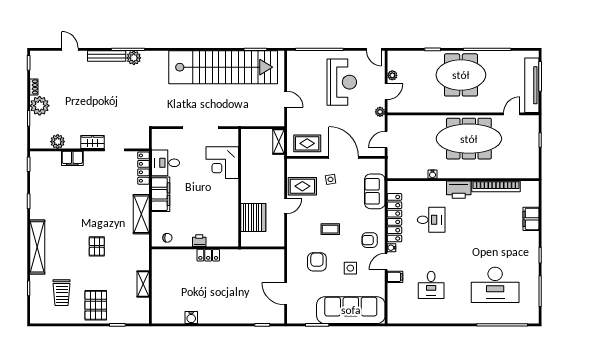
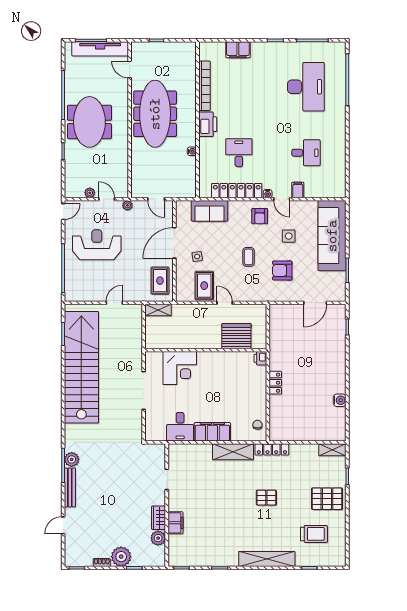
wardrobe: (93, 142) -> (159, 518), moved
locker: (143, 168) -> (272, 449), moved
printer: (199, 241) -> (260, 358), moved
shelving: (143, 284) -> (332, 450), moved

